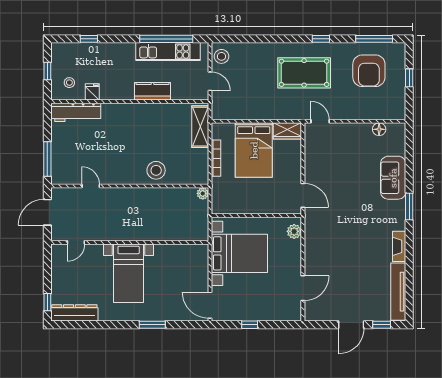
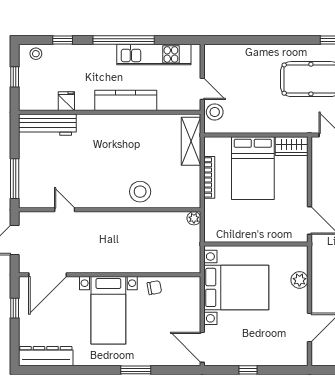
window: (166, 39) -> (124, 40), moved
stool: (221, 56) -> (215, 112), moved
stool: (69, 83) -> (36, 54), moved
kitchen counter: (152, 91) -> (126, 100), width x1.50
plant: (294, 231) -> (299, 280), moved
door: (76, 242) -> (48, 275), width x1.87
chair: (168, 254) -> (154, 288), added
window: (47, 302) -> (15, 308), moved

